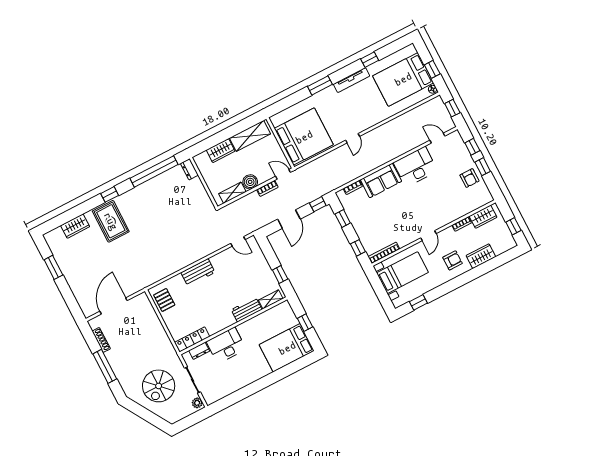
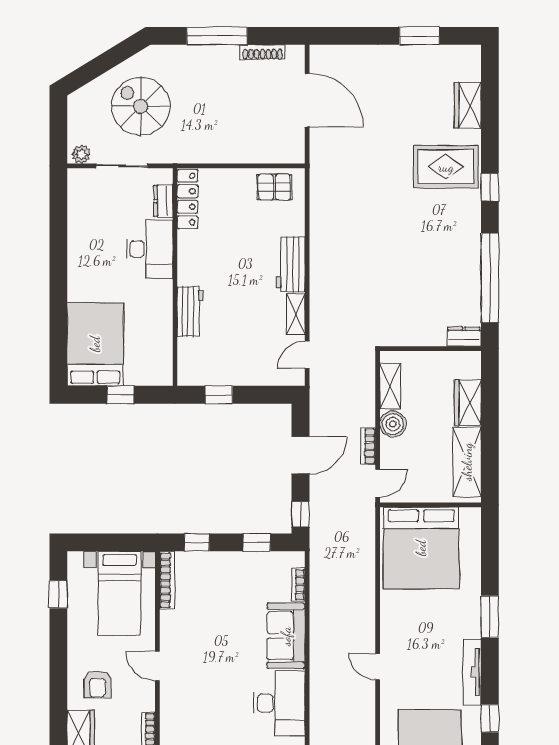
door: (353, 138) -> (378, 667), moved
door: (289, 219) -> (301, 455), swing flipped
shelving: (271, 299) -> (296, 314), moved

